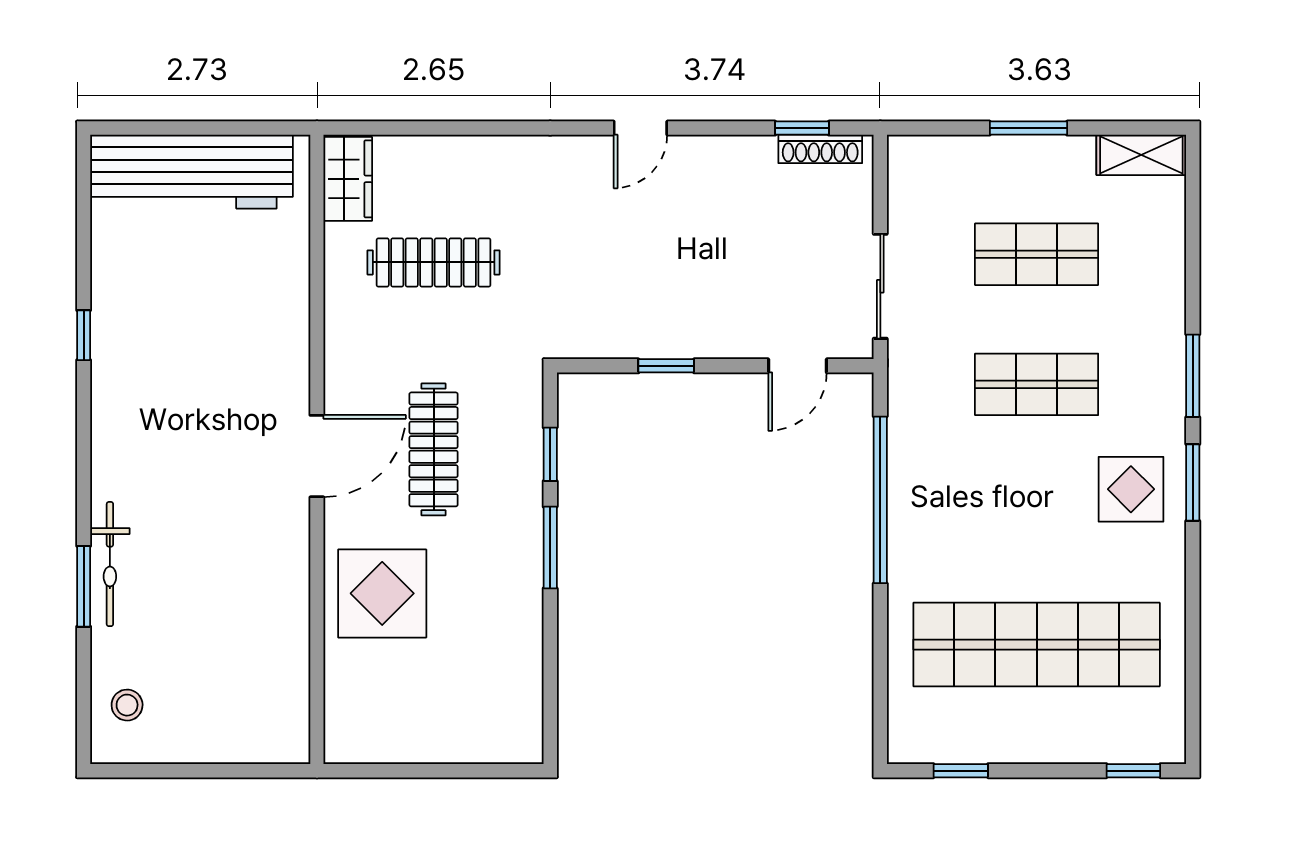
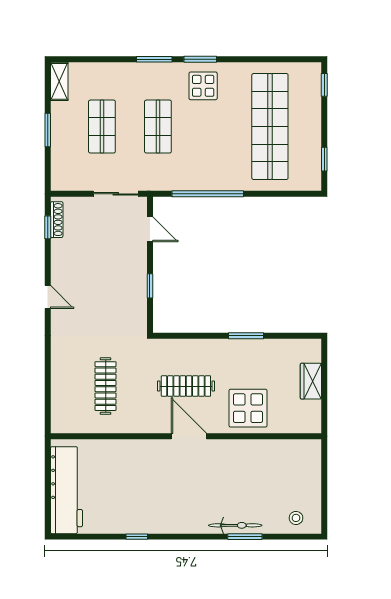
wardrobe: (348, 179) -> (311, 381), moved, turned -90
window: (550, 454) -> (188, 336), removed
window: (550, 548) -> (246, 336), moved

